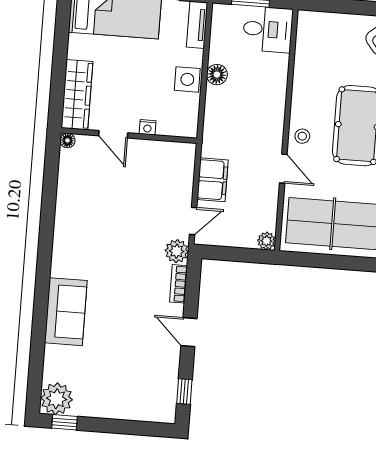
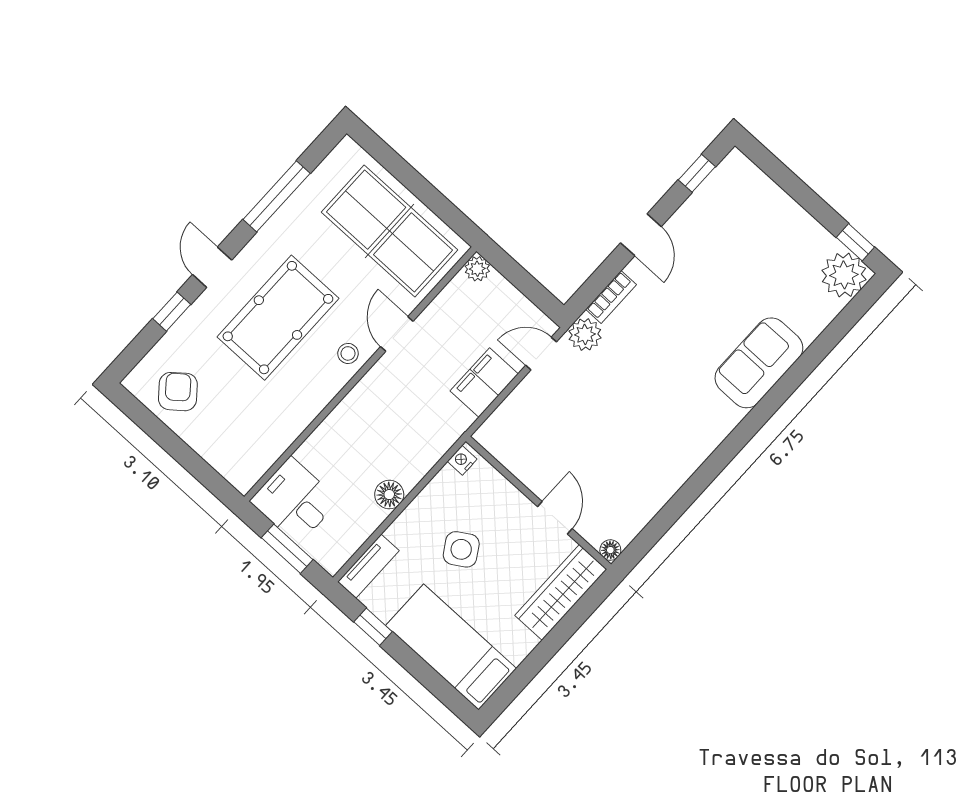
side table: (187, 79) -> (461, 549), moved, turned -32
nightstand: (148, 127) -> (462, 460), moved, turned -90

